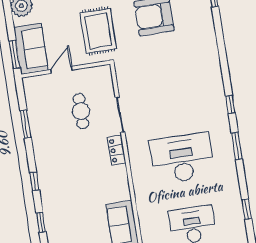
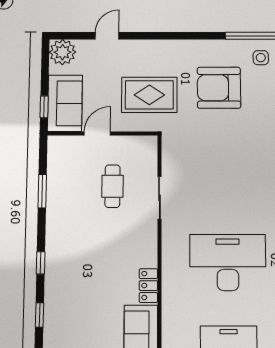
rug: (98, 31) -> (149, 95), turned 90
window: (15, 54) -> (44, 107), width x0.67
locker: (117, 150) -> (148, 286), moved

